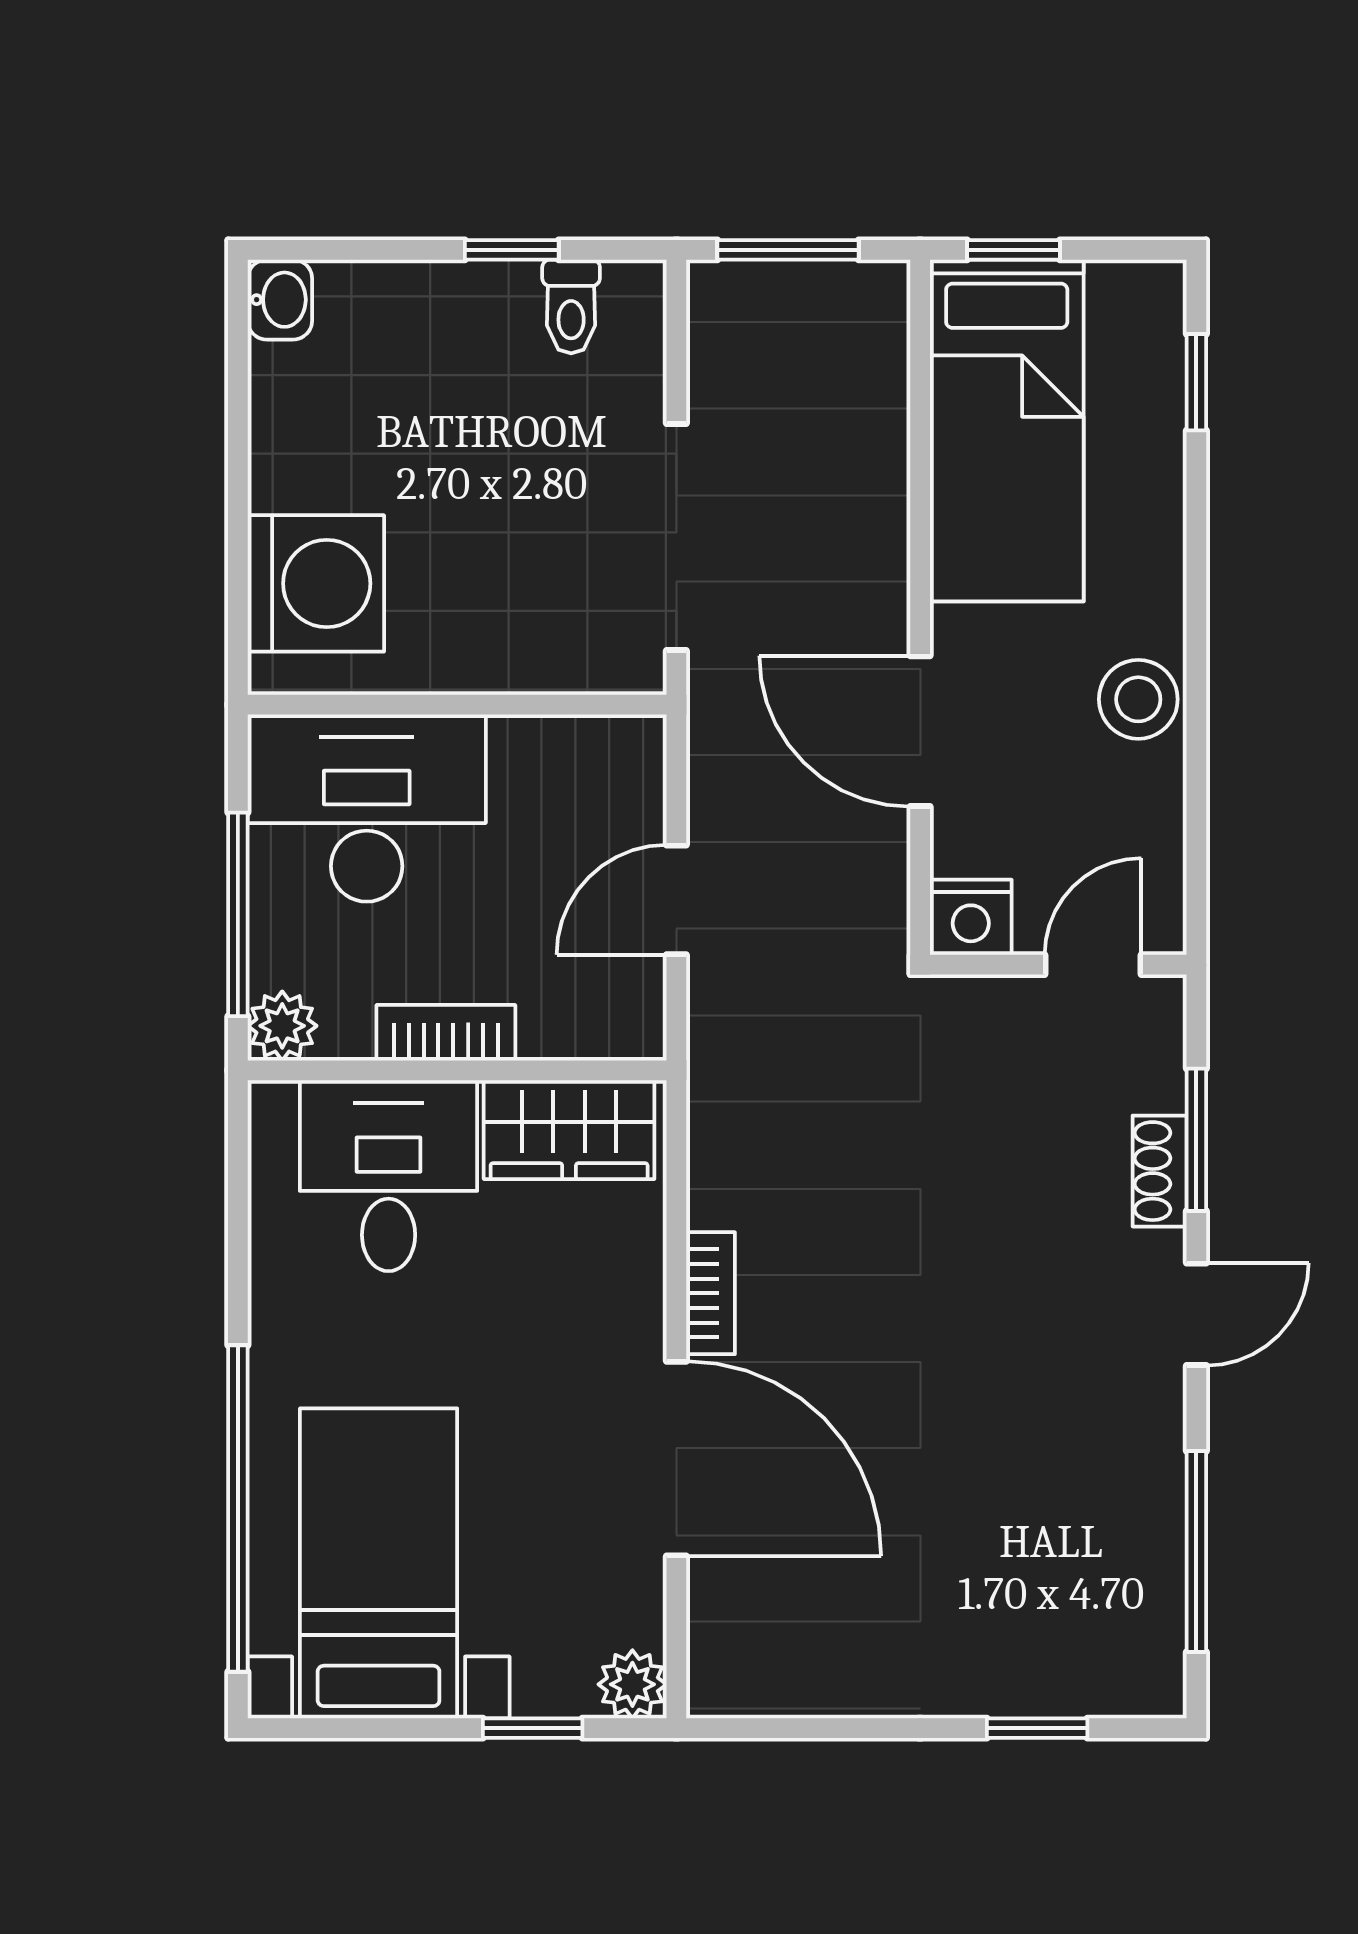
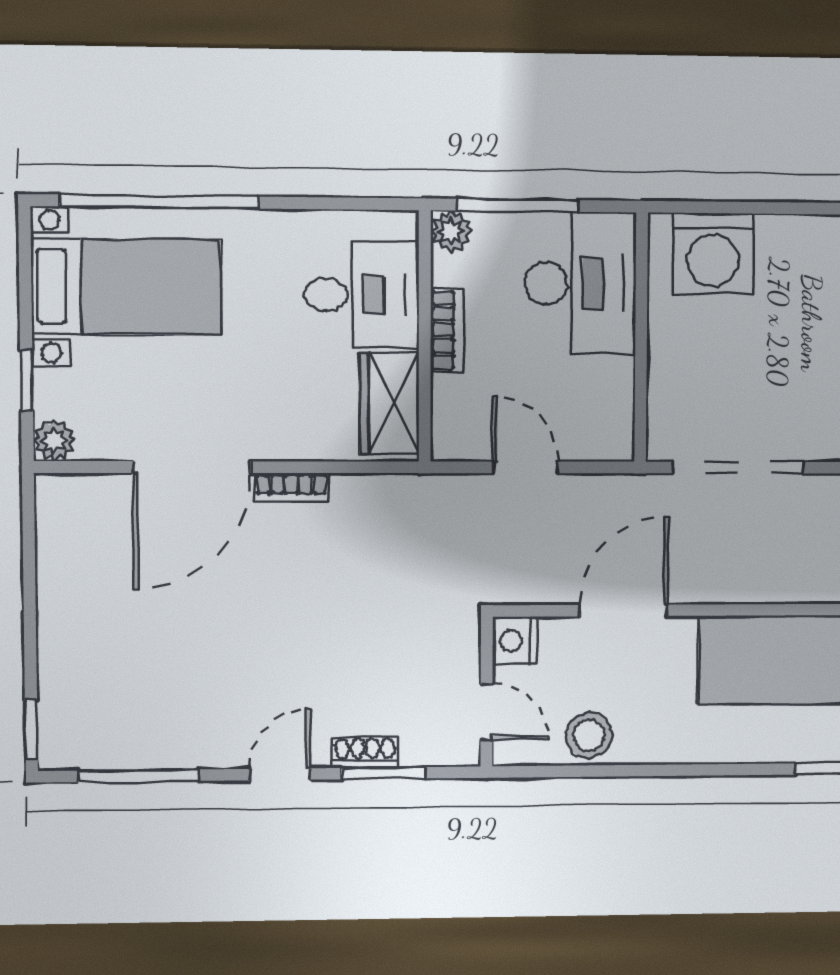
stool: (1138, 699) -> (589, 735), moved
door: (1196, 1314) -> (280, 774), swing flipped
window: (1037, 1728) -> (31, 729), moved

